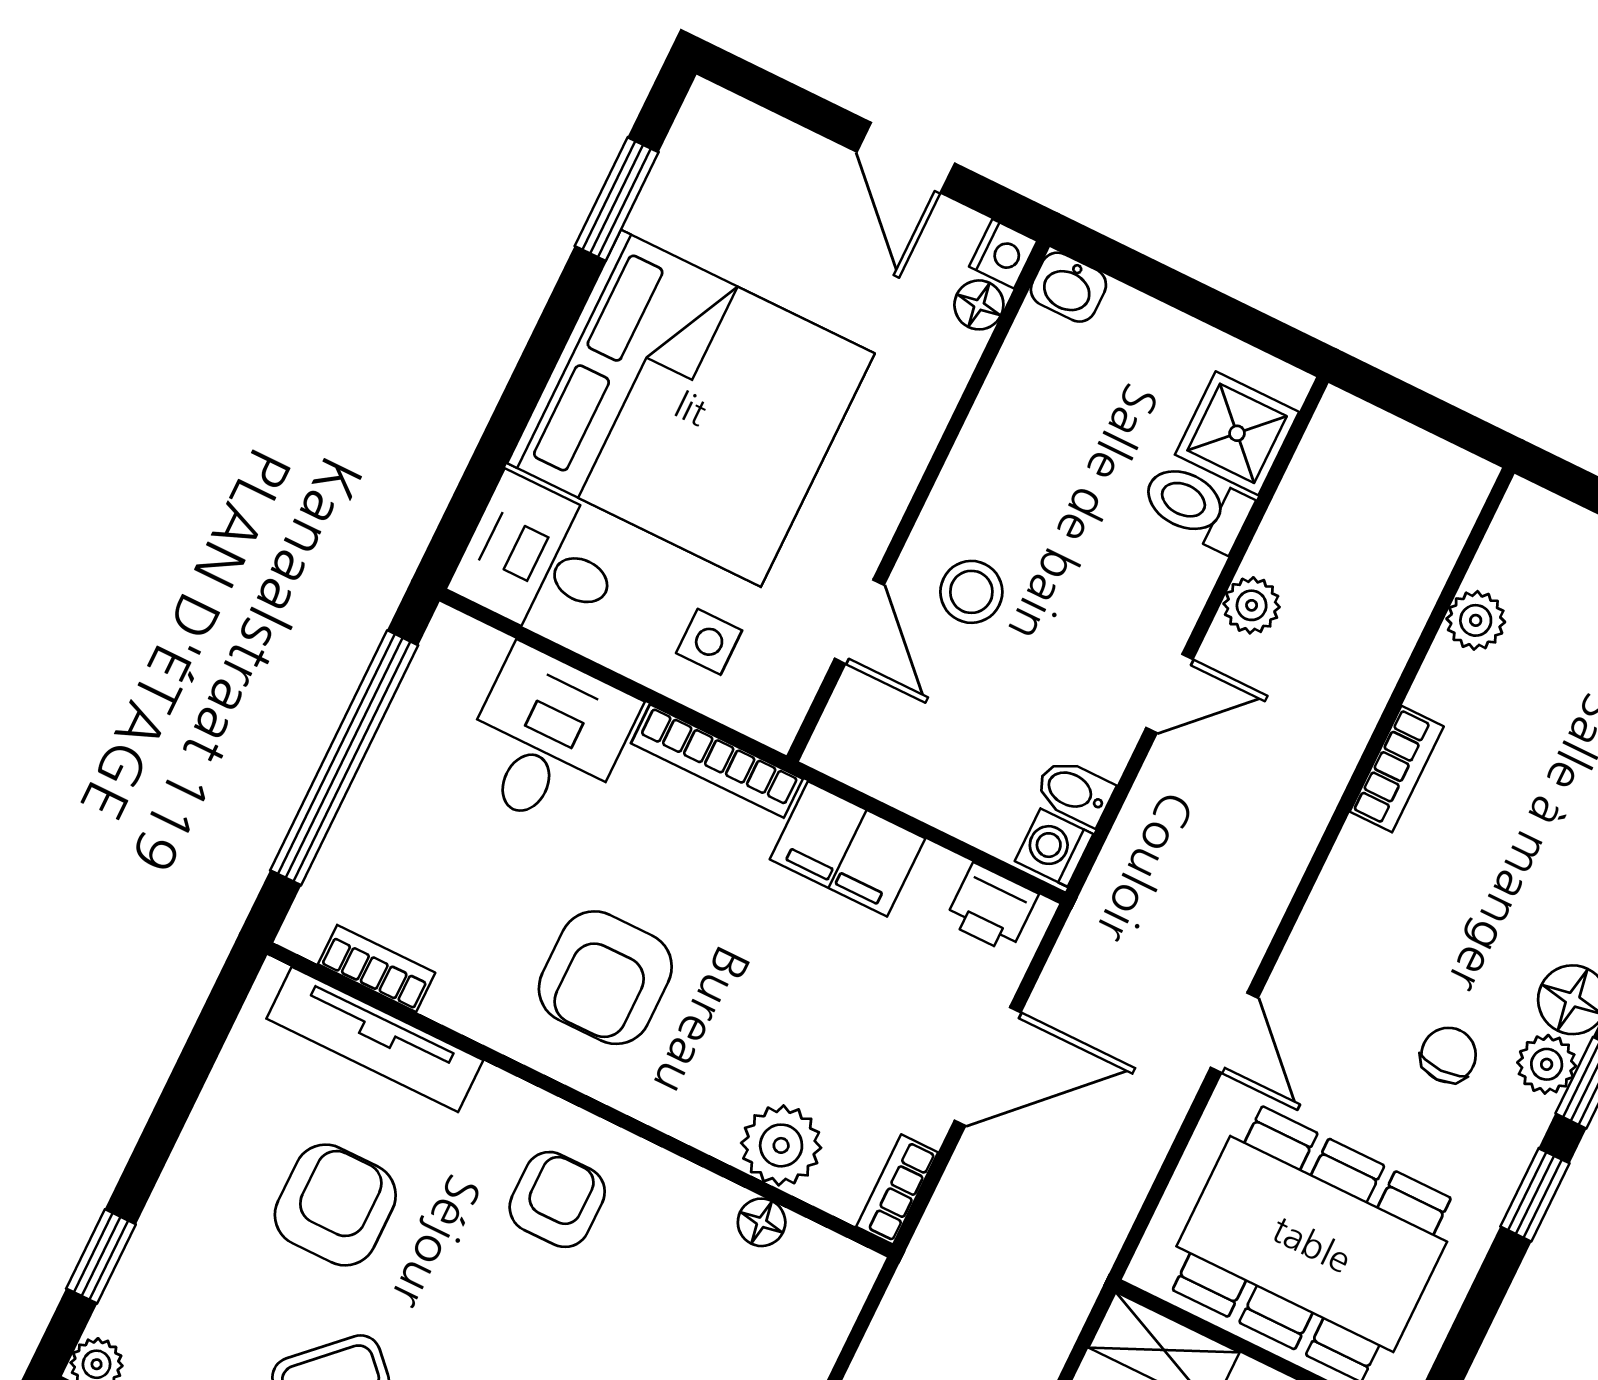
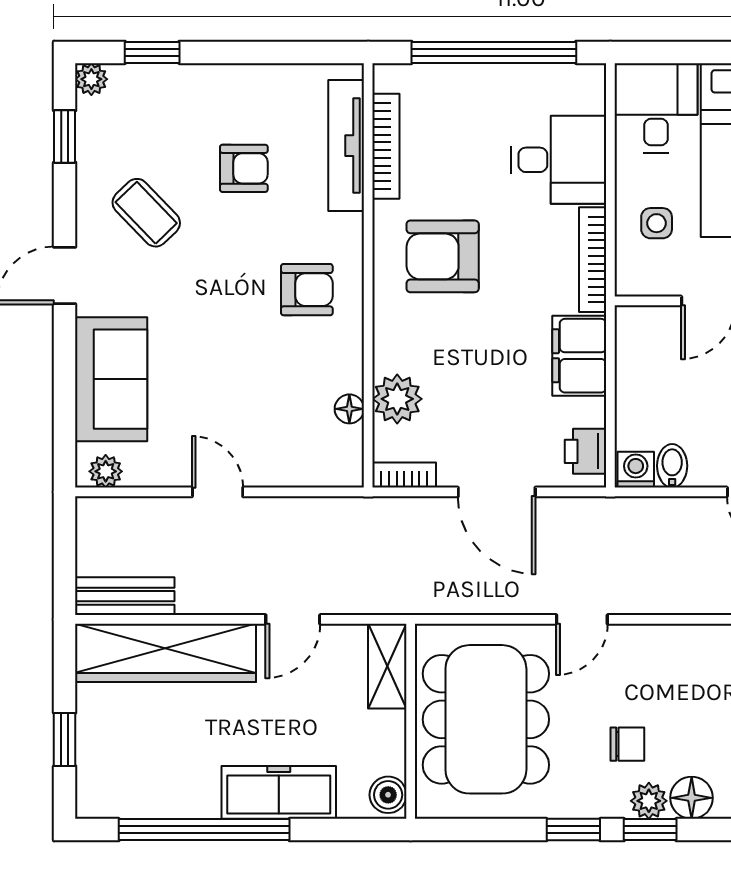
bookcase: (377, 968) -> (386, 146), width x1.56
armchair: (335, 1205) -> (244, 168), width x0.72, depth x0.72

